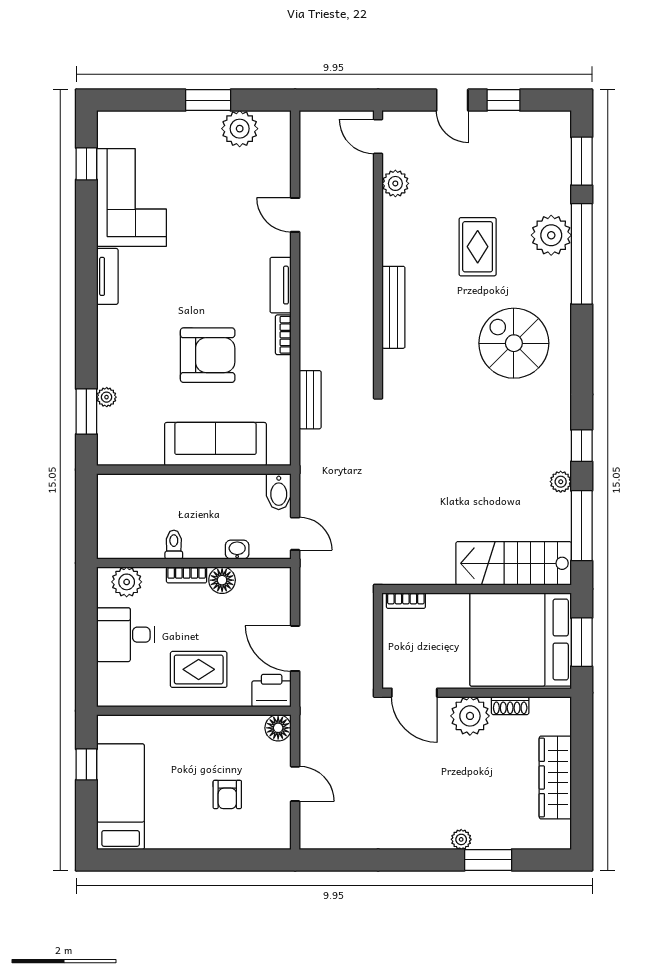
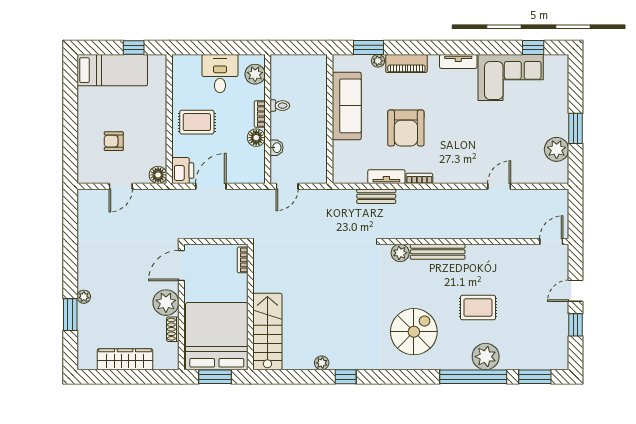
plant: (395, 183) -> (400, 253), moved
tv unit: (281, 285) -> (386, 177), moved
piano: (111, 354) -> (406, 64), added
sofa: (215, 444) -> (347, 106), moved
bidet: (279, 492) -> (315, 175), removed
window: (582, 526) -> (292, 377), removed
rug: (199, 669) -> (197, 122), turned 90

